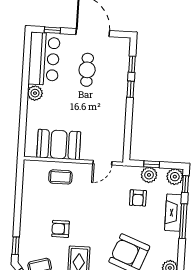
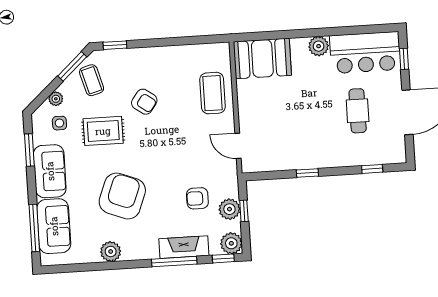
cafe table: (87, 70) -> (358, 111), turned 90
window: (130, 89) -> (307, 173), moved
booth: (59, 145) -> (262, 58), moved, turned 90
coffee table: (60, 177) -> (212, 93), width x1.36, depth x1.30
armchair: (61, 229) -> (144, 102), turned 126

